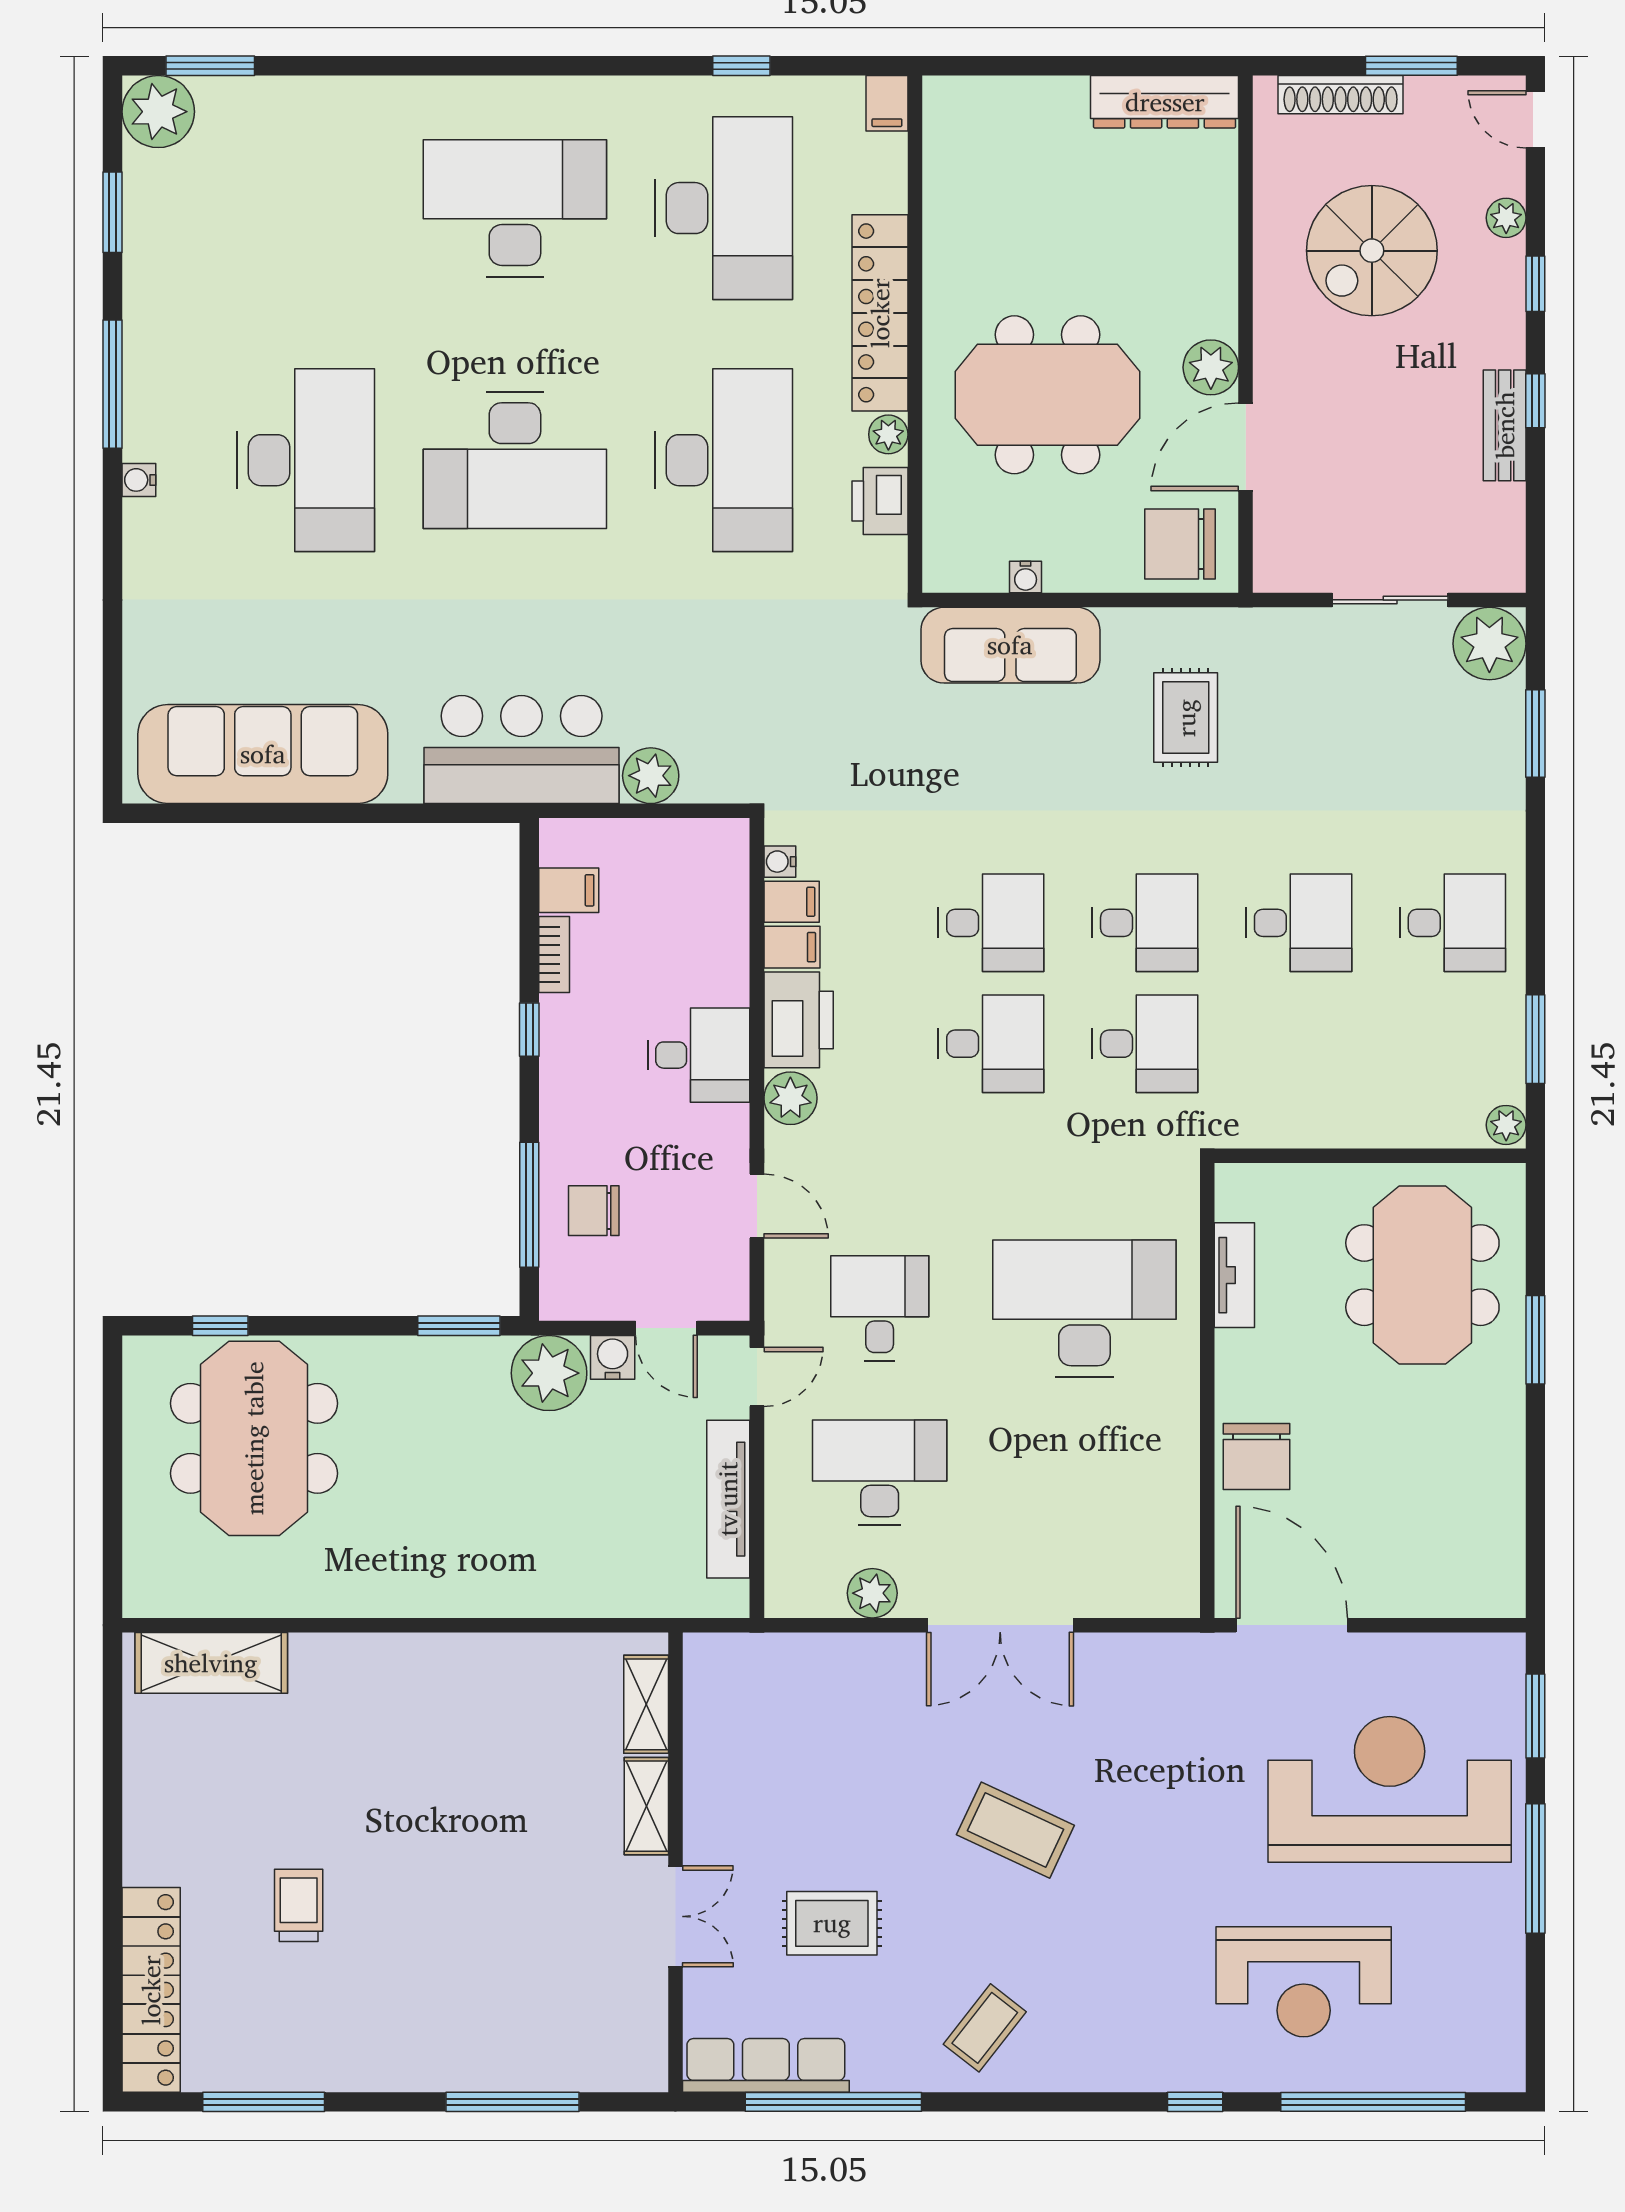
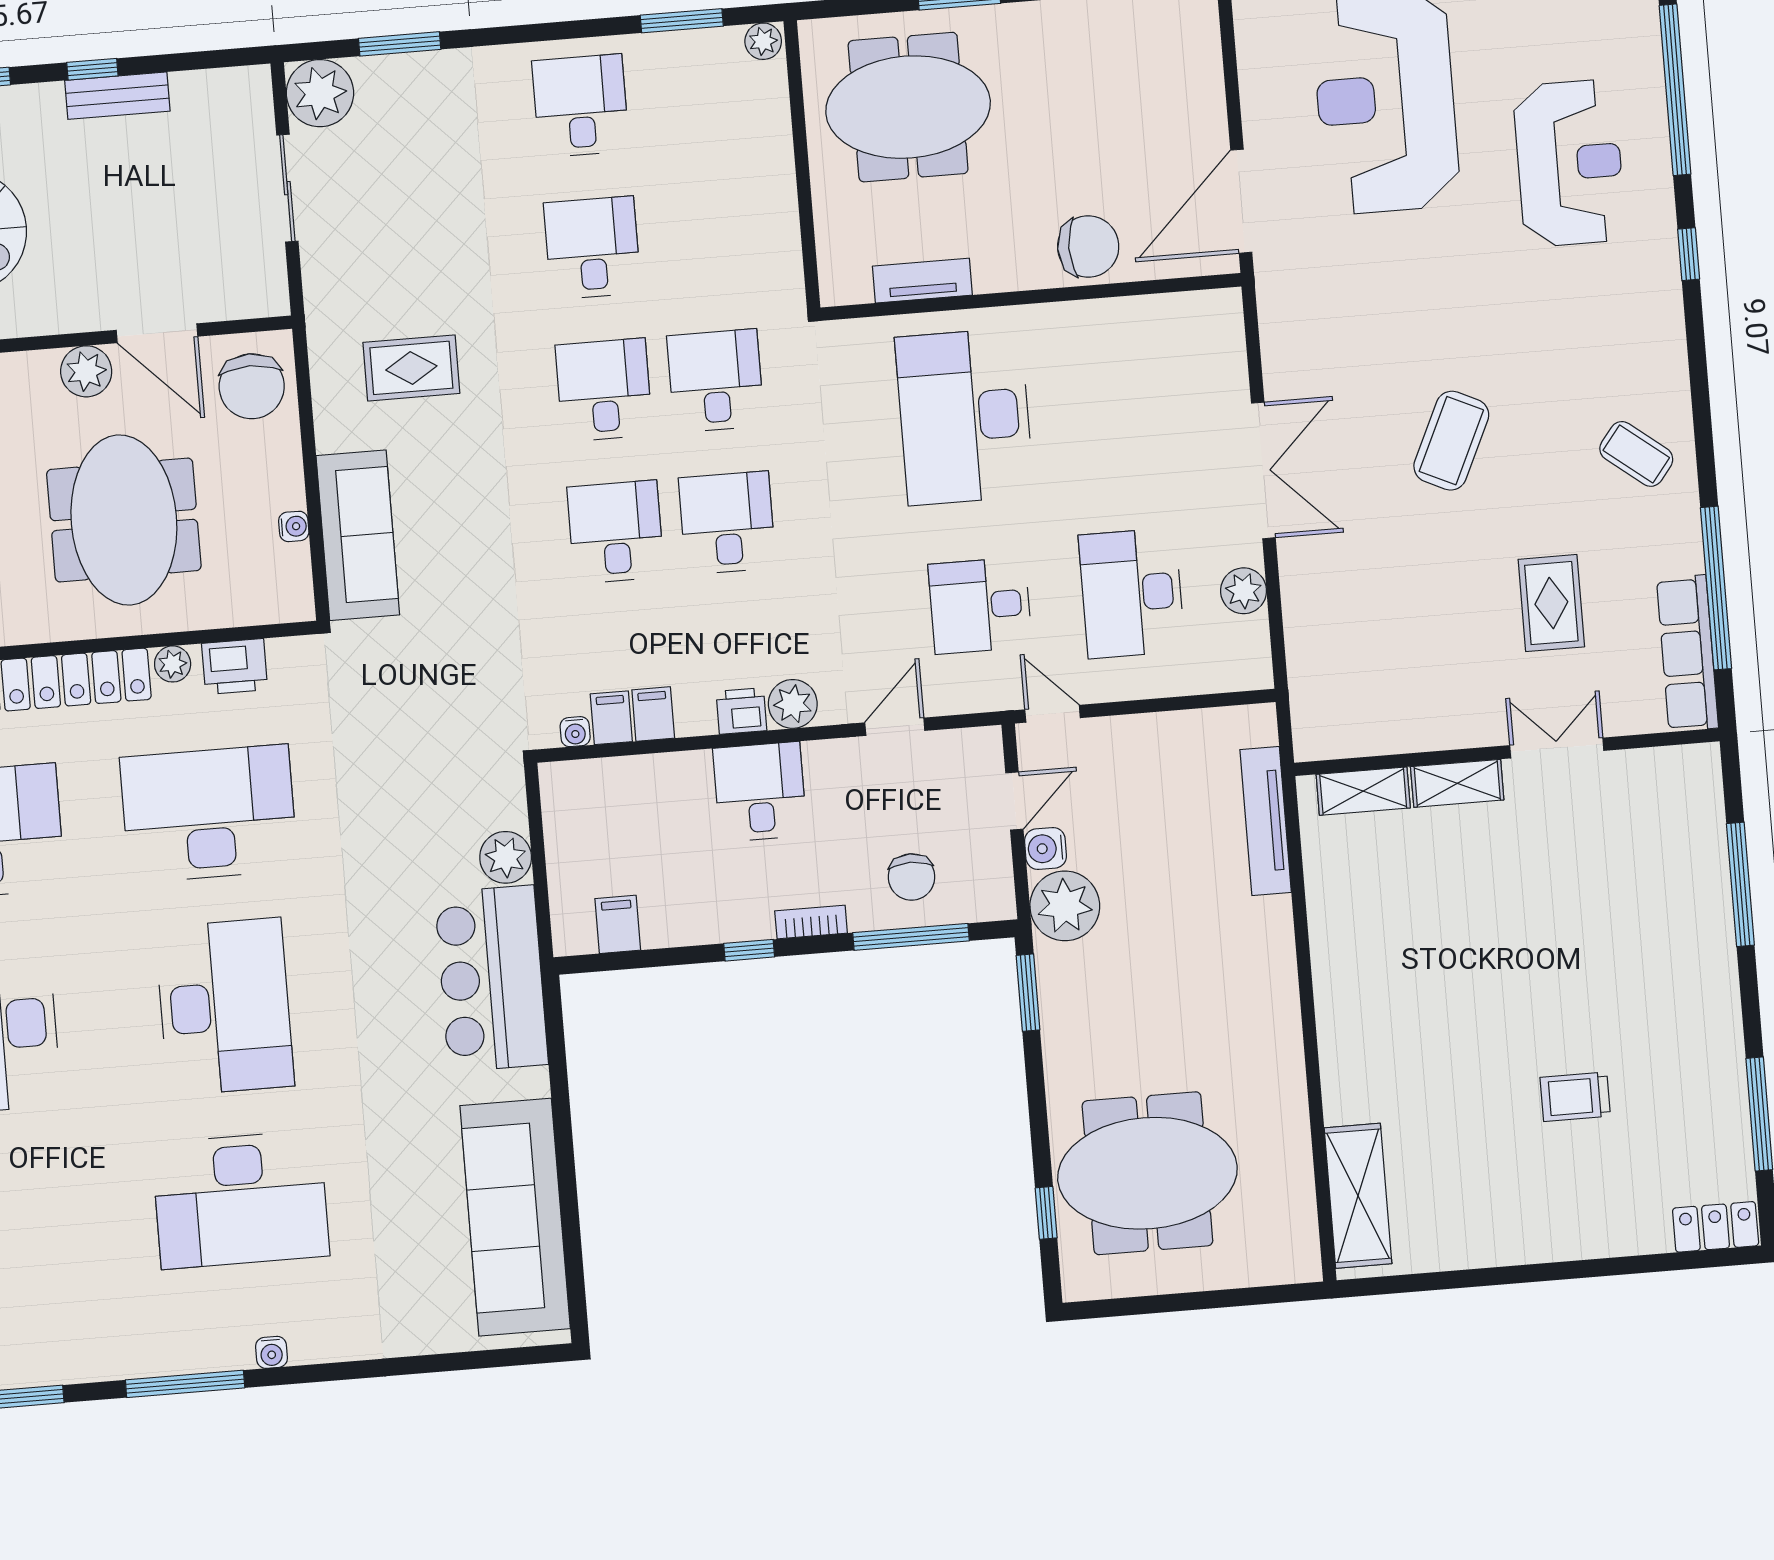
desk: (306, 460) -> (241, 1200), turned 180
bookcase: (554, 955) -> (811, 922), moved
printer: (799, 1020) -> (741, 711), width x0.53, depth x0.68
tv unit: (728, 1499) -> (1266, 821), moved, turned 90
locker: (151, 1990) -> (1716, 1227), width x0.46, depth x0.83

